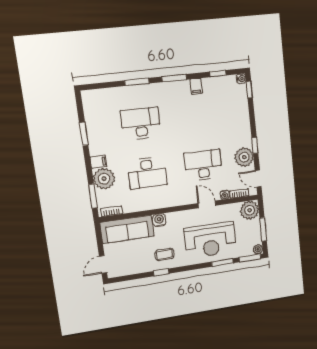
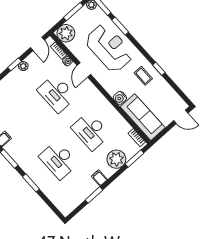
plant: (244, 157) -> (23, 66), width x0.53, depth x0.53
filing cabinet: (99, 162) -> (99, 178), moved
desk: (147, 173) -> (91, 131), turned 180

